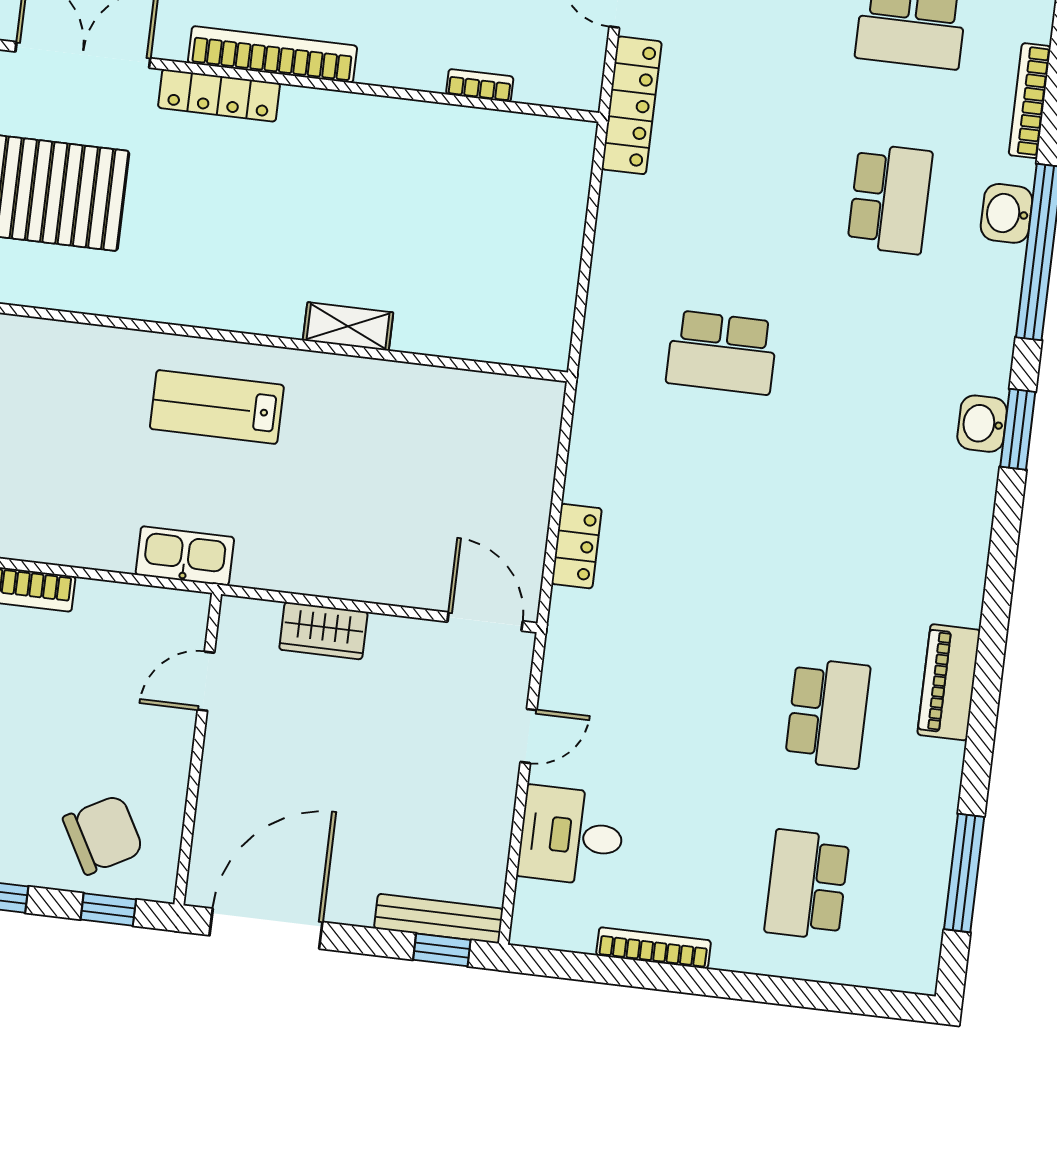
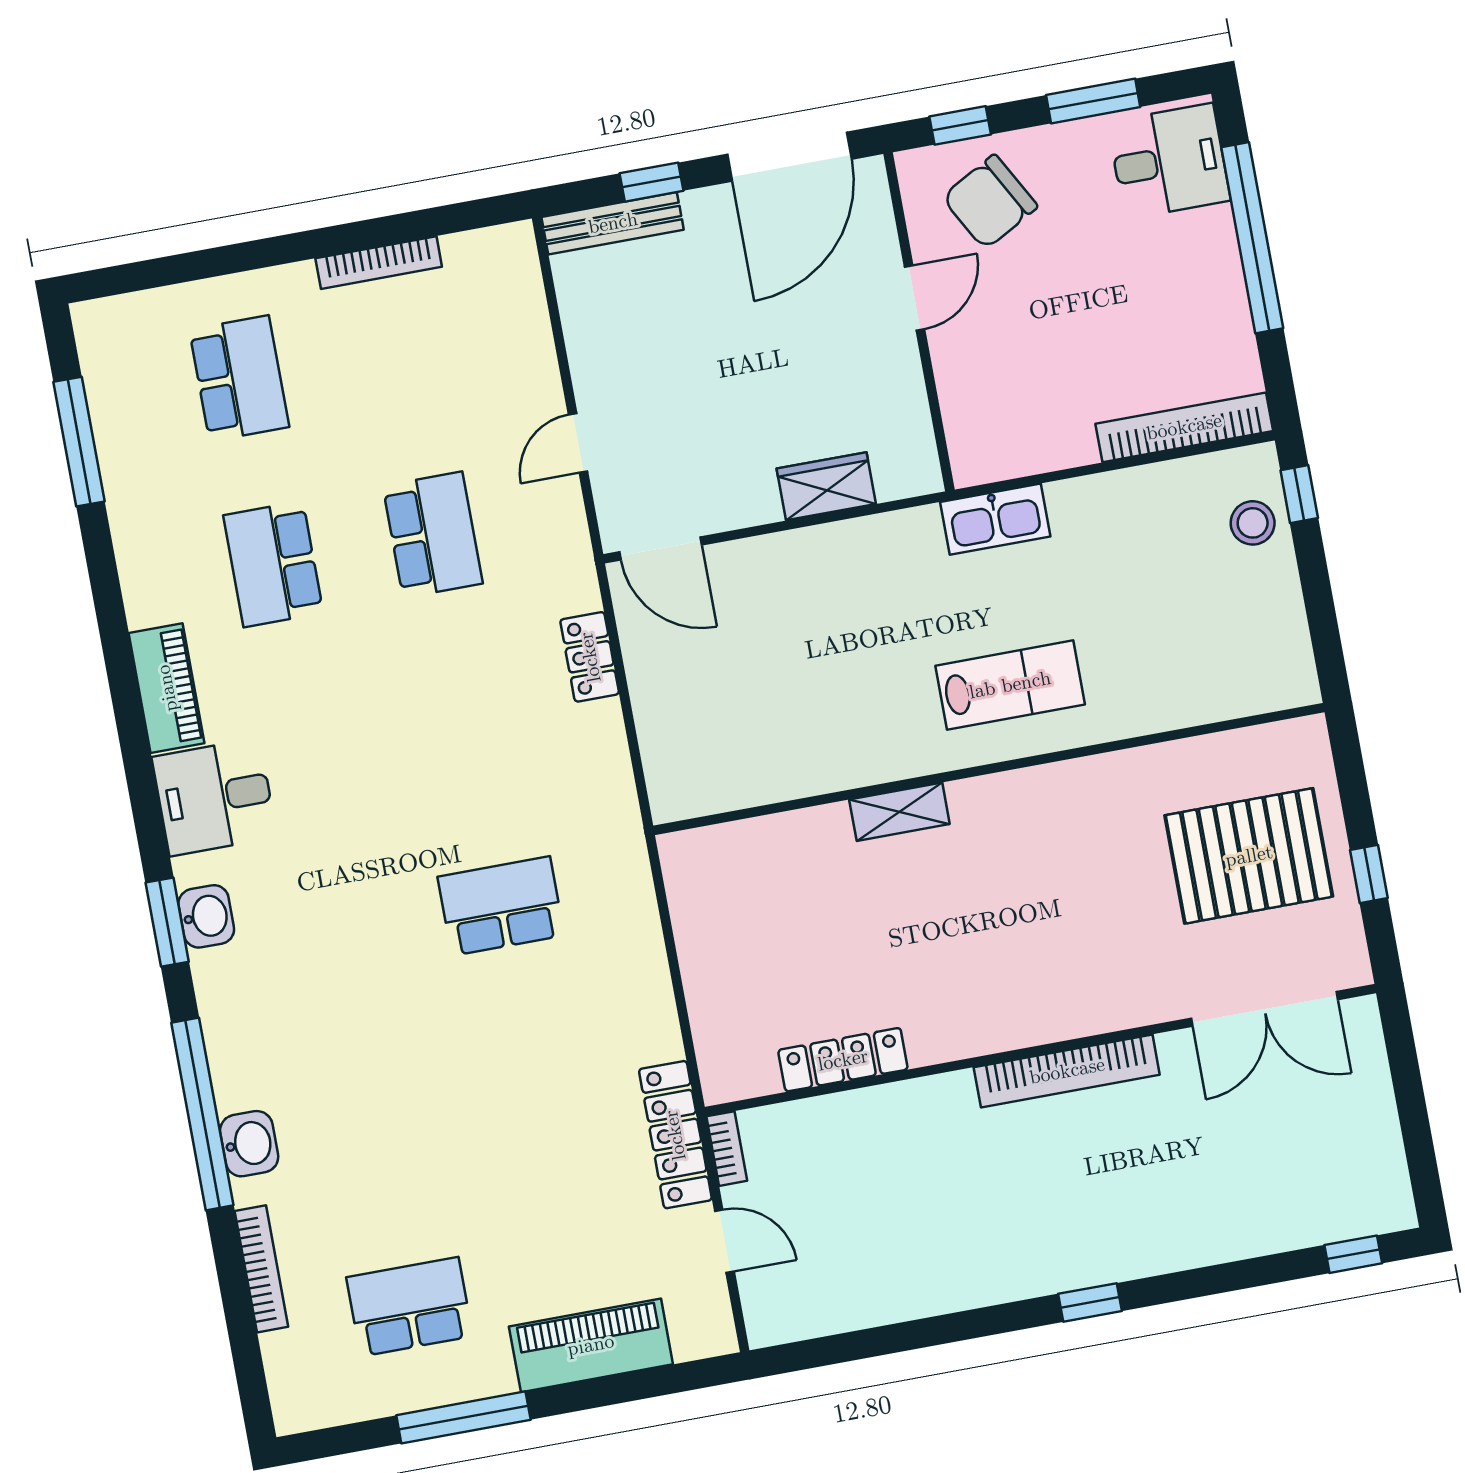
bookcase: (480, 85) -> (727, 1149), moved, turned -90
locker: (219, 95) -> (843, 1060), moved
school desk: (890, 199) -> (433, 535), moved, turned 180
door: (206, 681) -> (915, 298), moved
piano: (949, 682) -> (167, 688), moved
desk: (571, 836) -> (214, 797), moved, turned 180
window: (442, 950) -> (651, 182), moved

